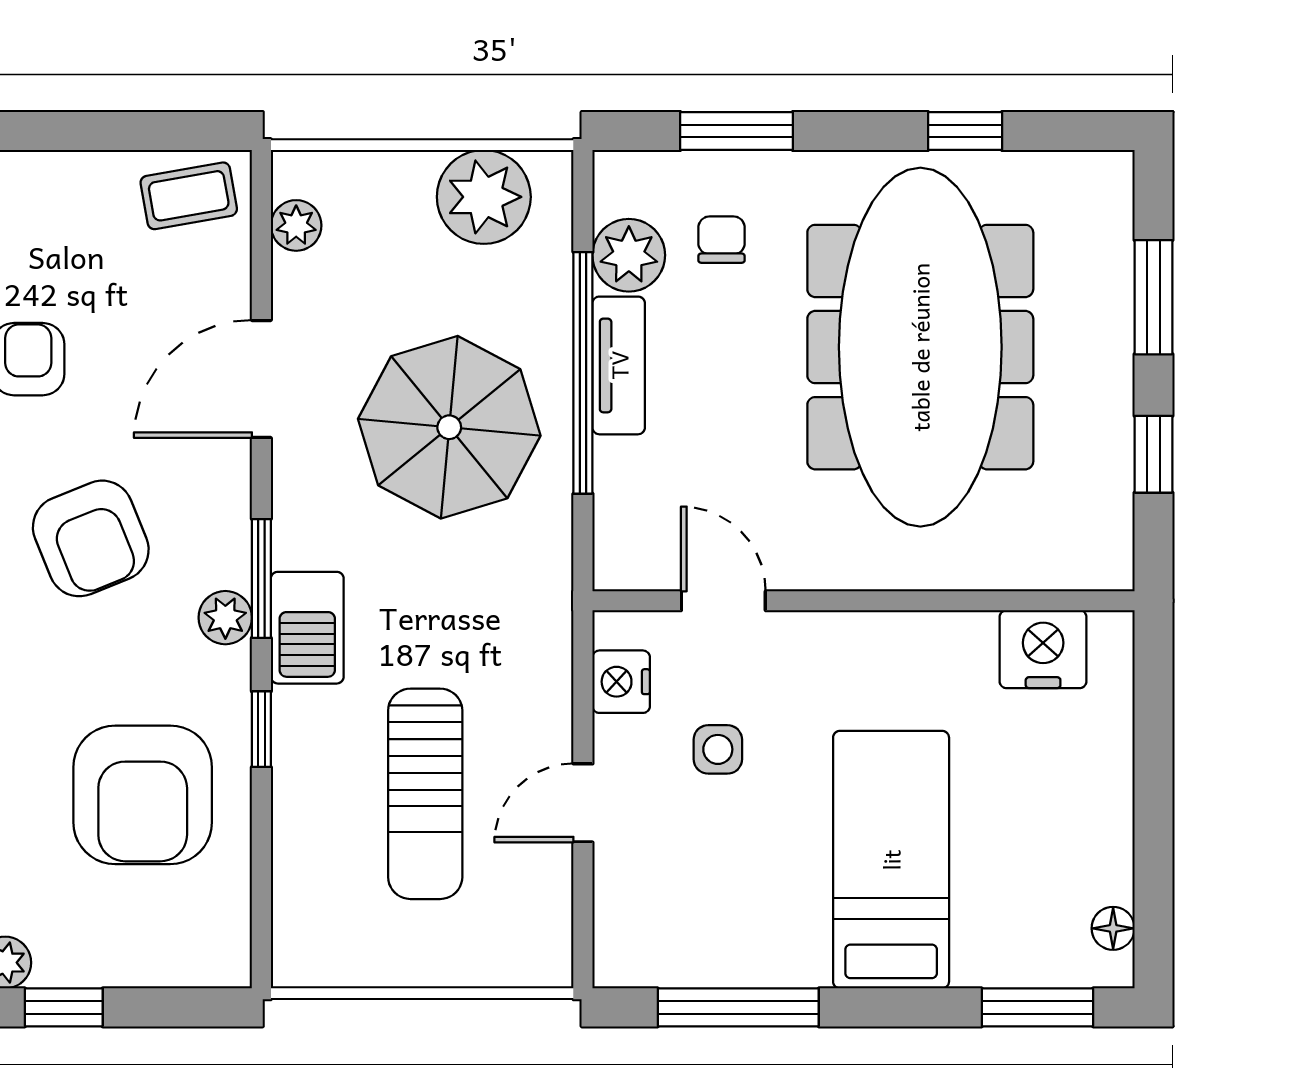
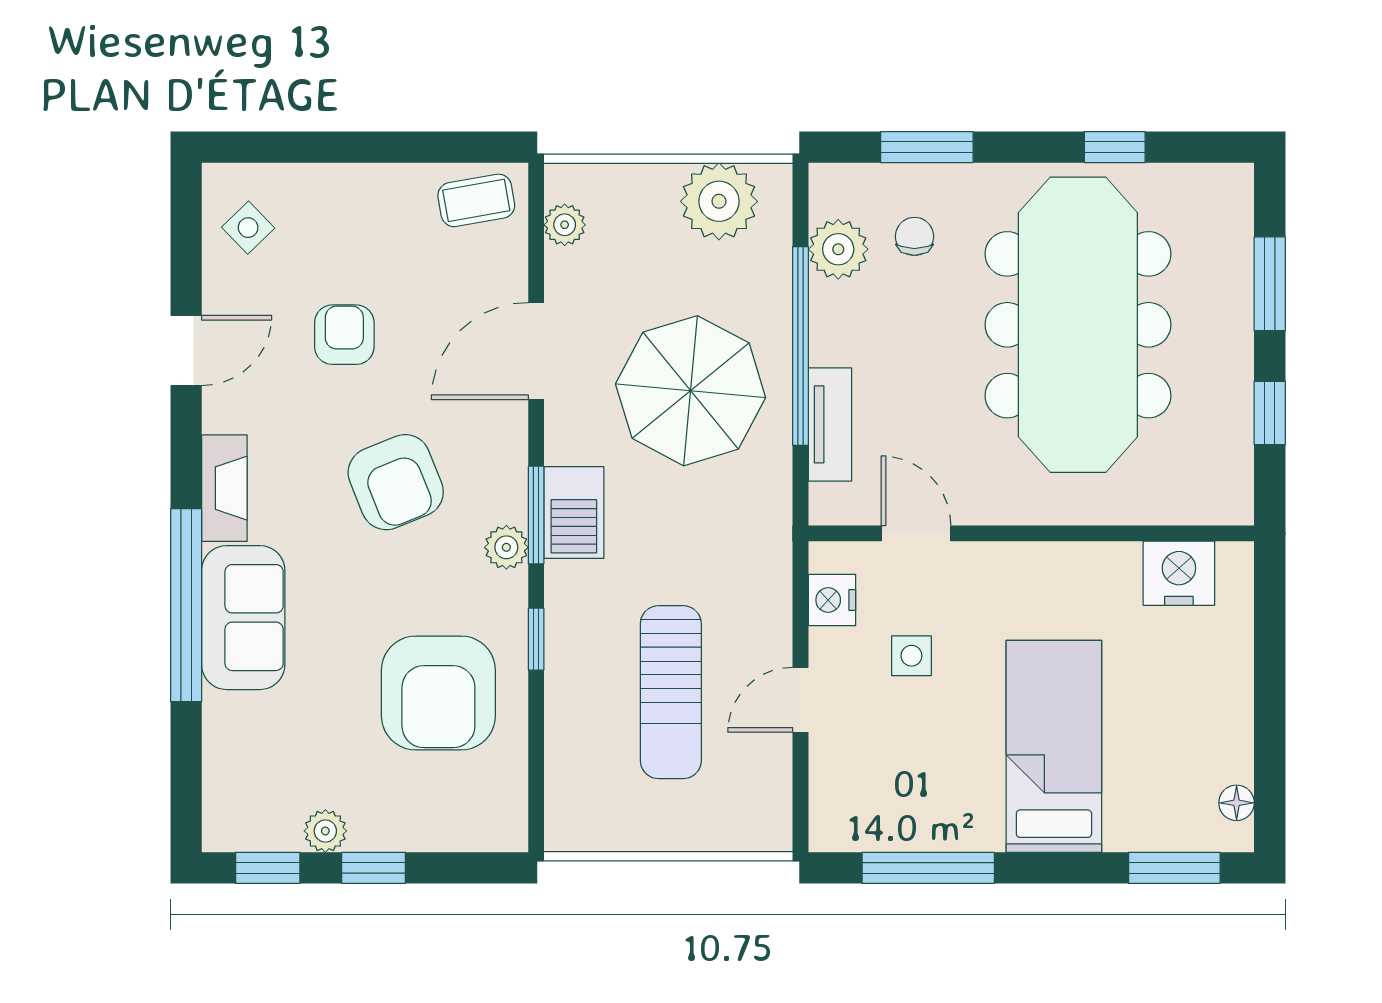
tv unit: (619, 365) -> (830, 424), moved
barbecue: (307, 628) -> (574, 512), moved

